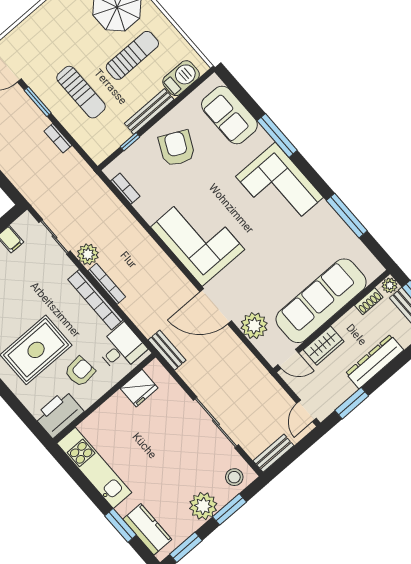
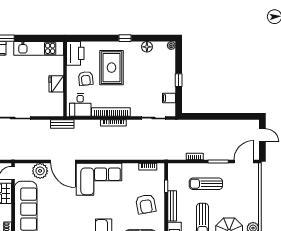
armchair: (177, 148) -> (146, 204), turned 54
plant: (88, 254) -> (133, 126), removed
door: (216, 306) -> (63, 161), swing flipped
fridge: (139, 388) -> (56, 84), moved

